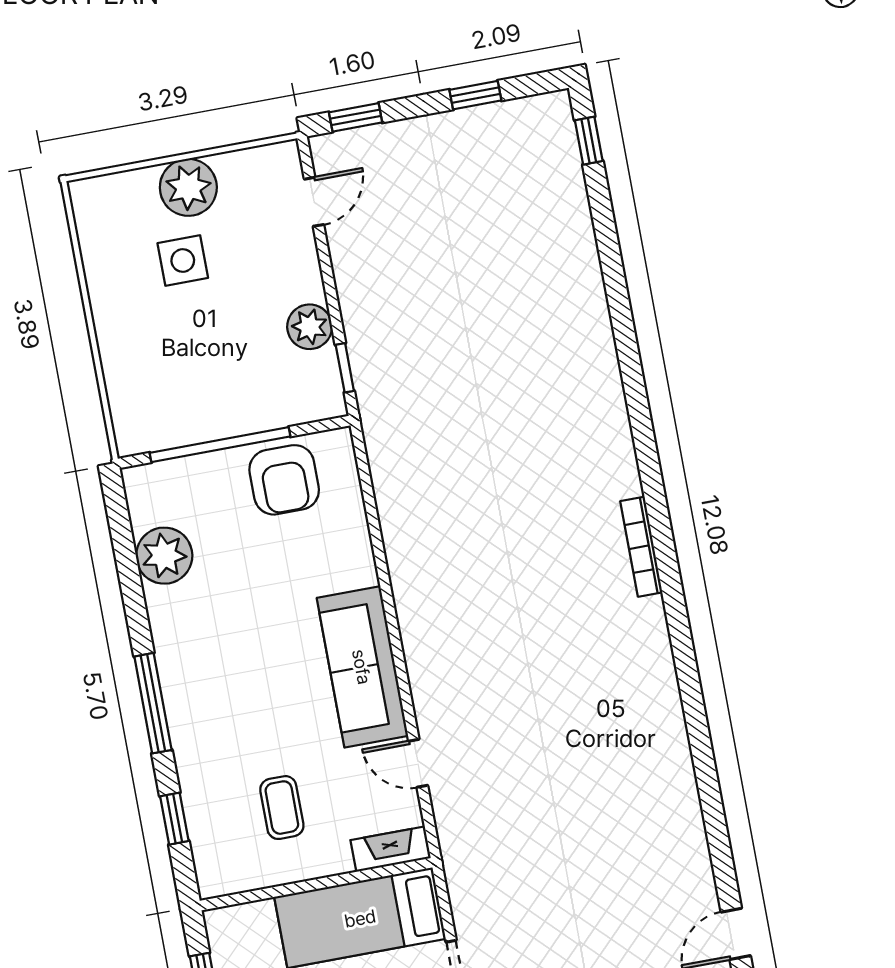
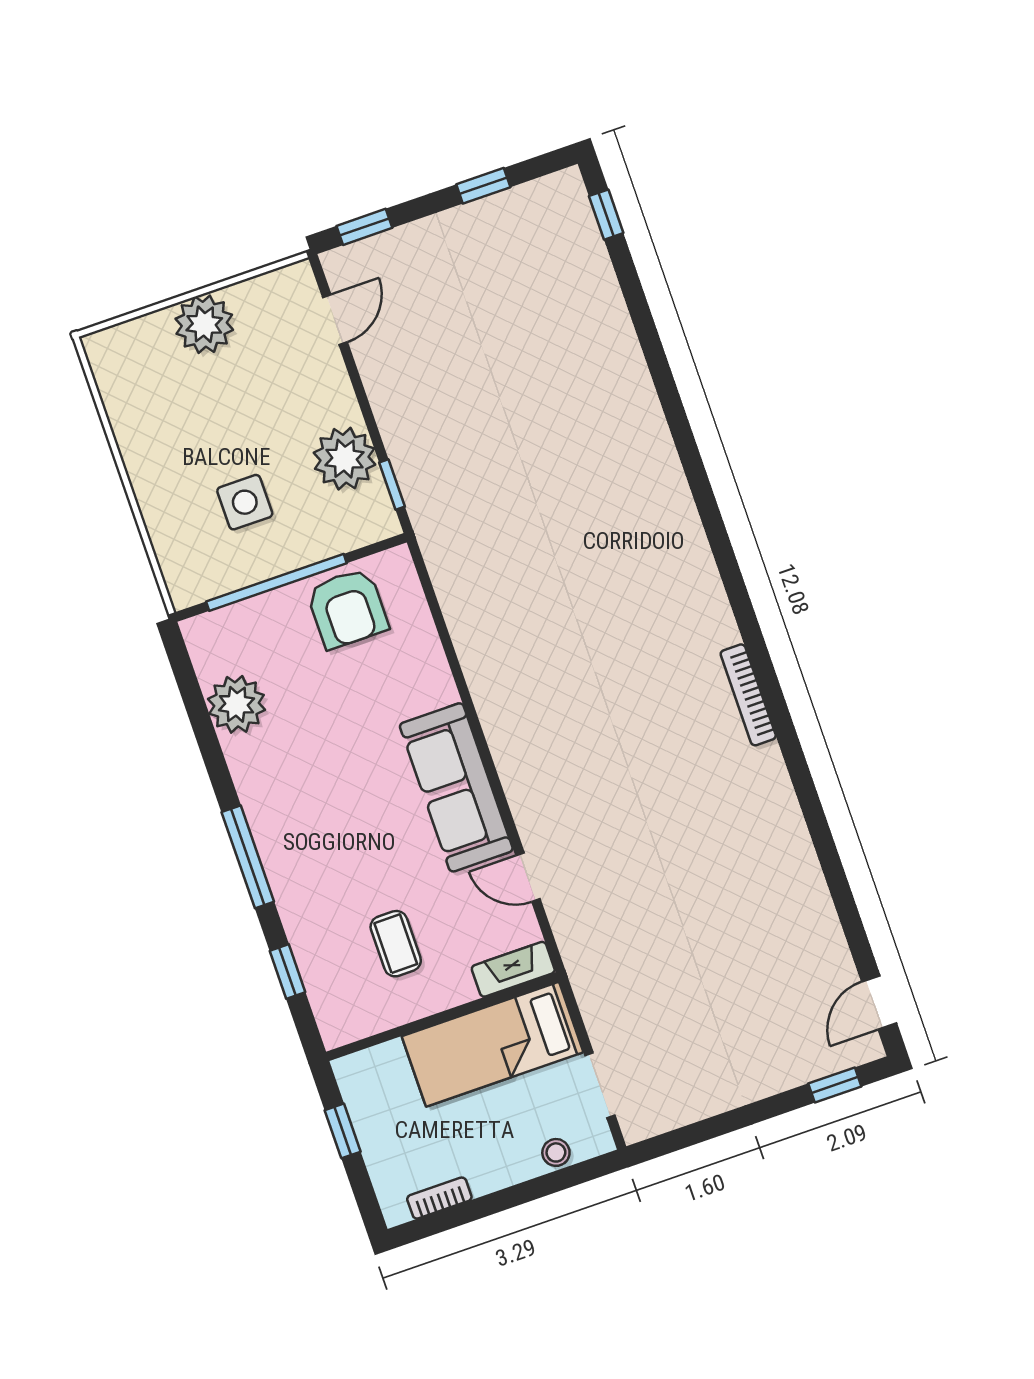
side table: (183, 261) -> (245, 502), moved
plant: (310, 327) -> (345, 459), width x1.36, depth x1.36
bookcase: (641, 547) -> (748, 695), moved

